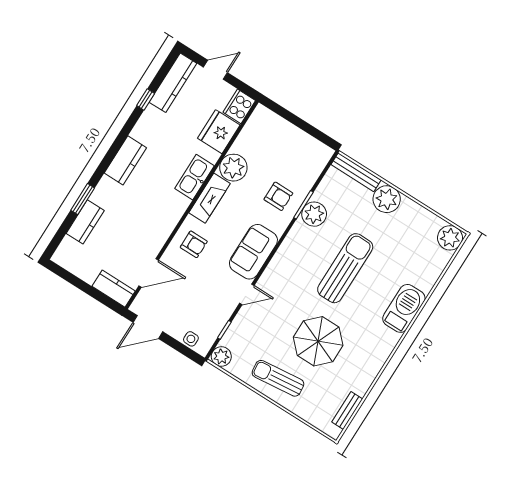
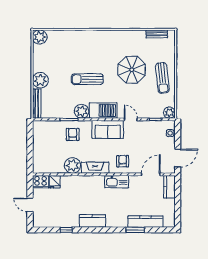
kitchen counter: (173, 83) -> (50, 222), removed
fridge: (219, 132) -> (55, 182), width x0.53, depth x0.75
kitchen counter: (125, 160) -> (92, 221), moved
kitchen sink: (195, 177) -> (117, 182), moved
plant: (314, 214) -> (82, 111), moved
kitchen counter: (85, 222) -> (145, 222), width x1.50
sun lounger: (345, 268) -> (87, 79), width x0.73, depth x0.75
door: (149, 273) -> (151, 174), hinge flipped
barbecue: (404, 308) -> (103, 111), moved, turned 180
door: (148, 327) -> (178, 158), hinge flipped

